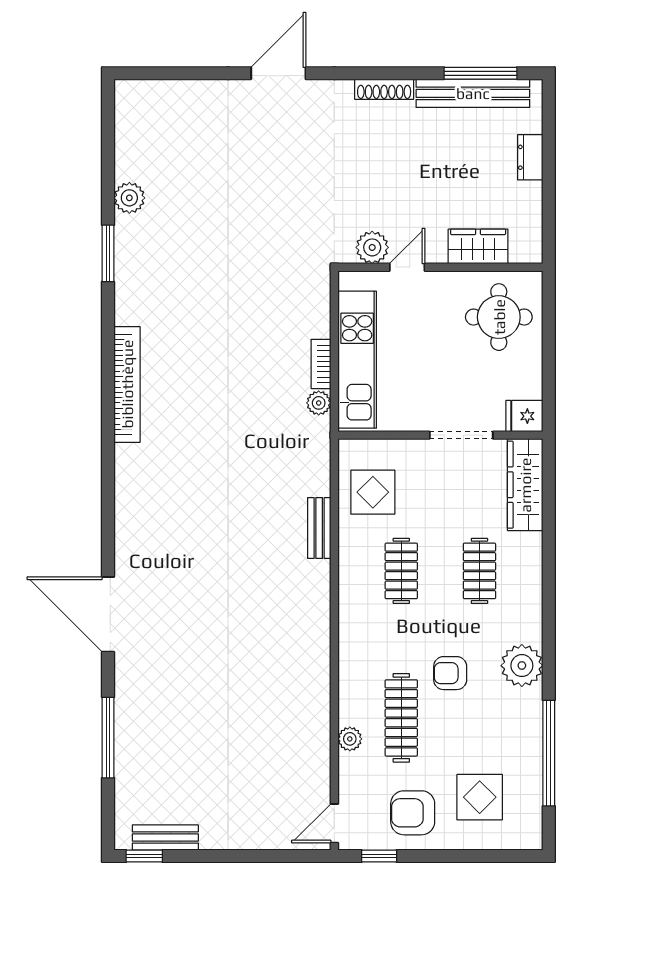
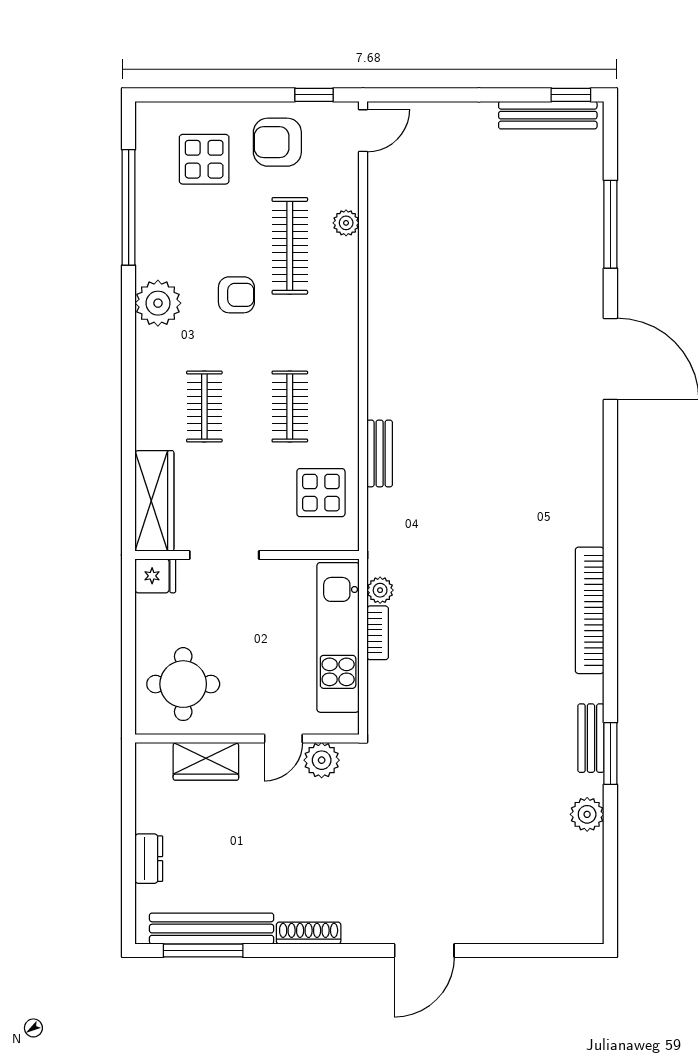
bench: (126, 268) -> (591, 738), added
armchair: (413, 813) -> (277, 142), turned 180
bench: (165, 837) -> (548, 115), width x1.36

